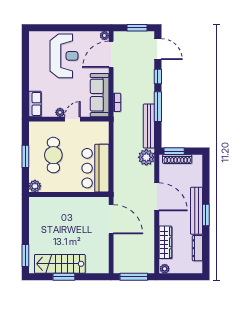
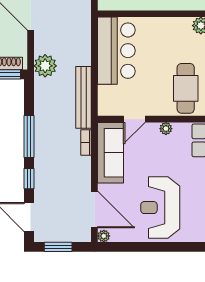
door: (111, 54) -> (94, 210), hinge flipped
door: (73, 119) -> (134, 119), moved
bench: (149, 126) -> (84, 97), moved
cafe table: (53, 155) -> (186, 88), moved

